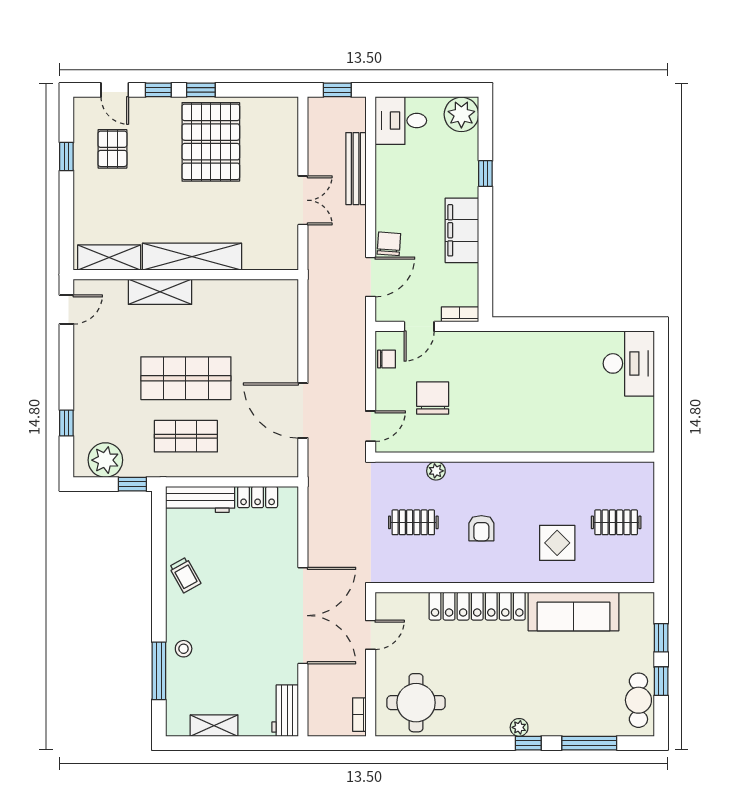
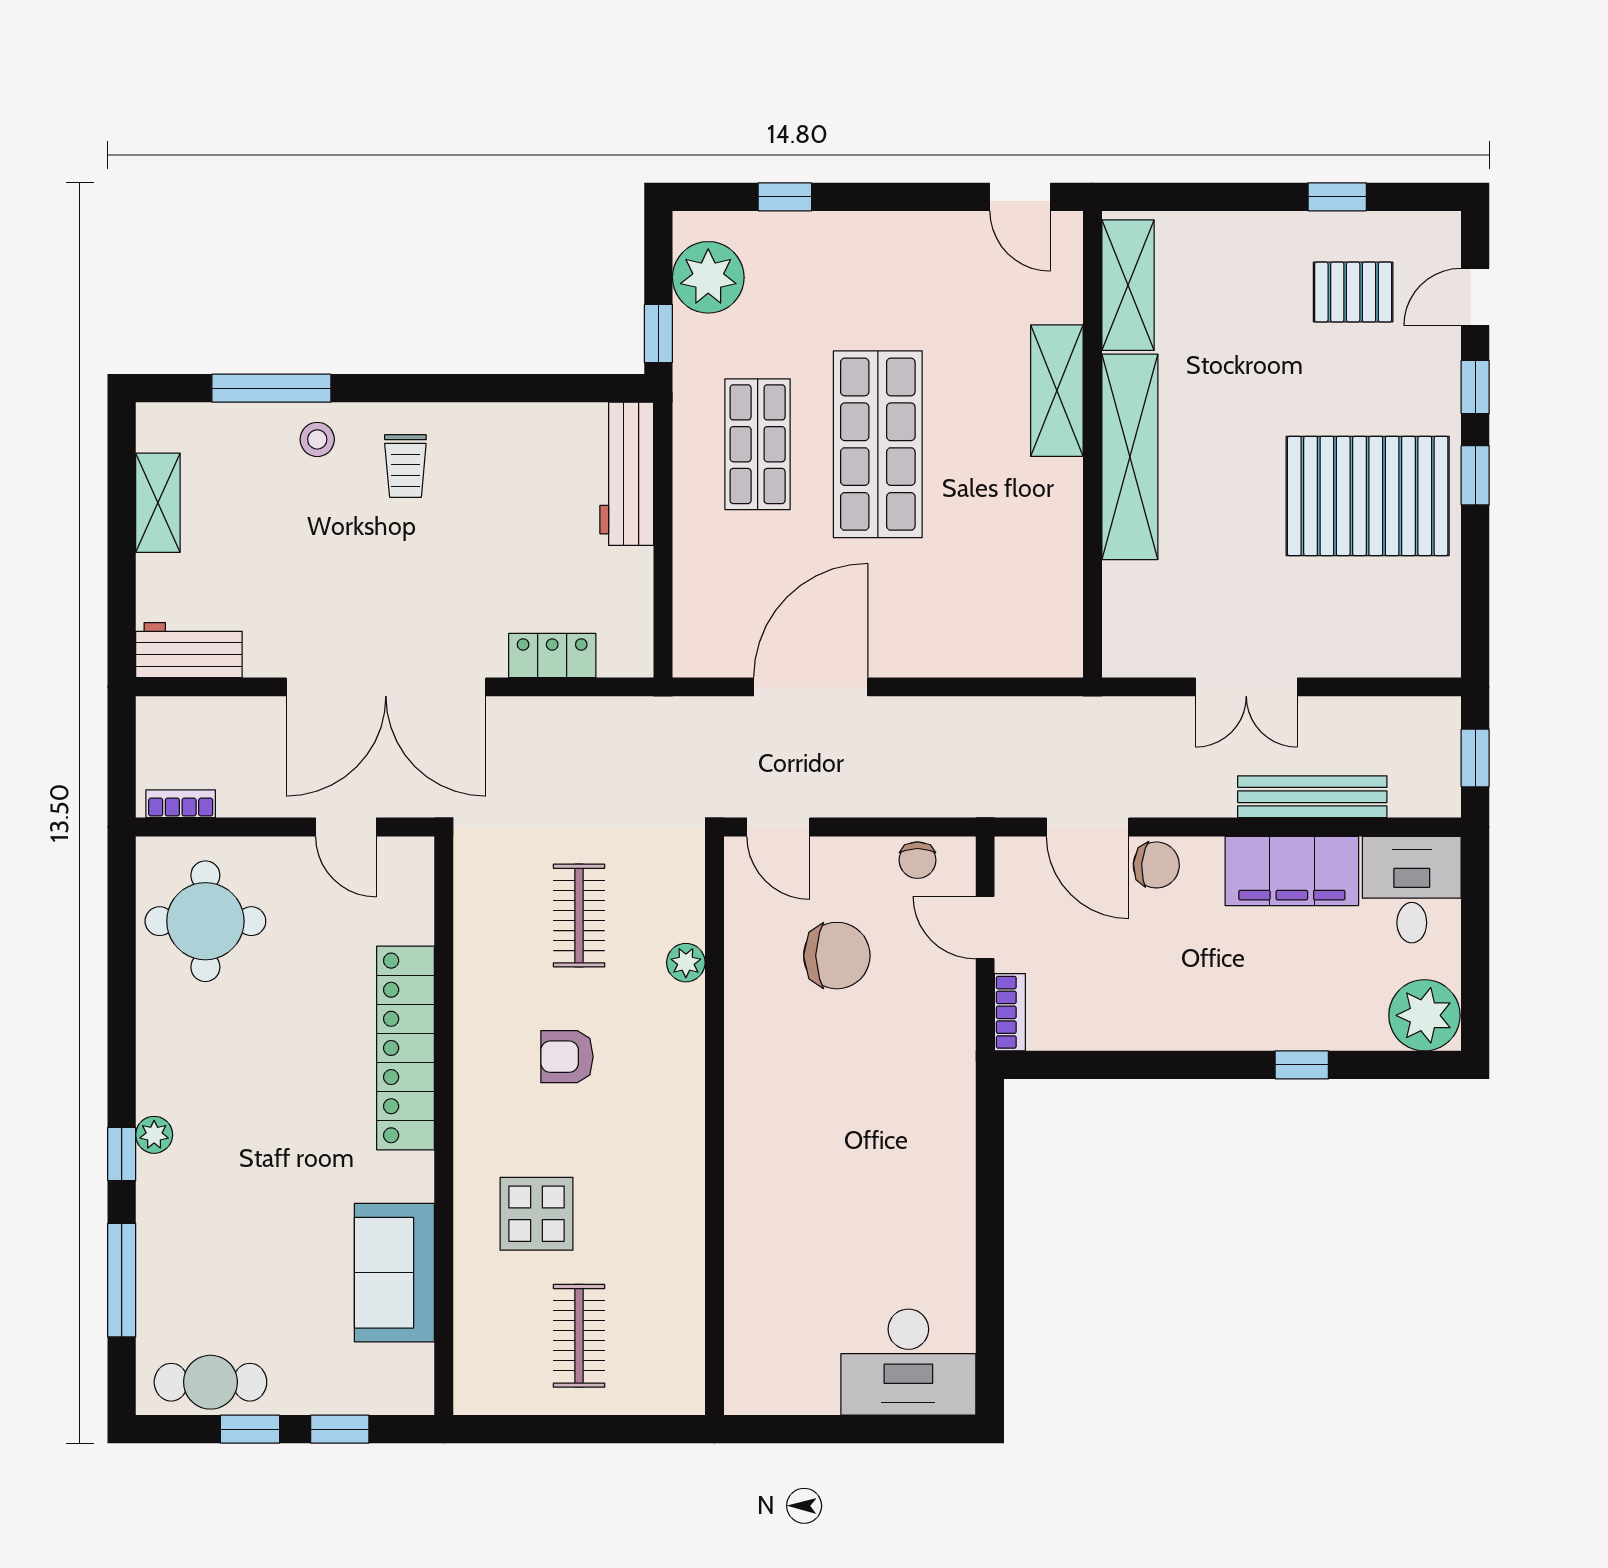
filing cabinet: (462, 230) -> (1292, 871), moved, turned 180
locker: (258, 497) -> (552, 656), moved, turned 90
trolley: (185, 575) -> (405, 466), moved, turned -61
sofa: (574, 611) -> (394, 1273), width x0.73

